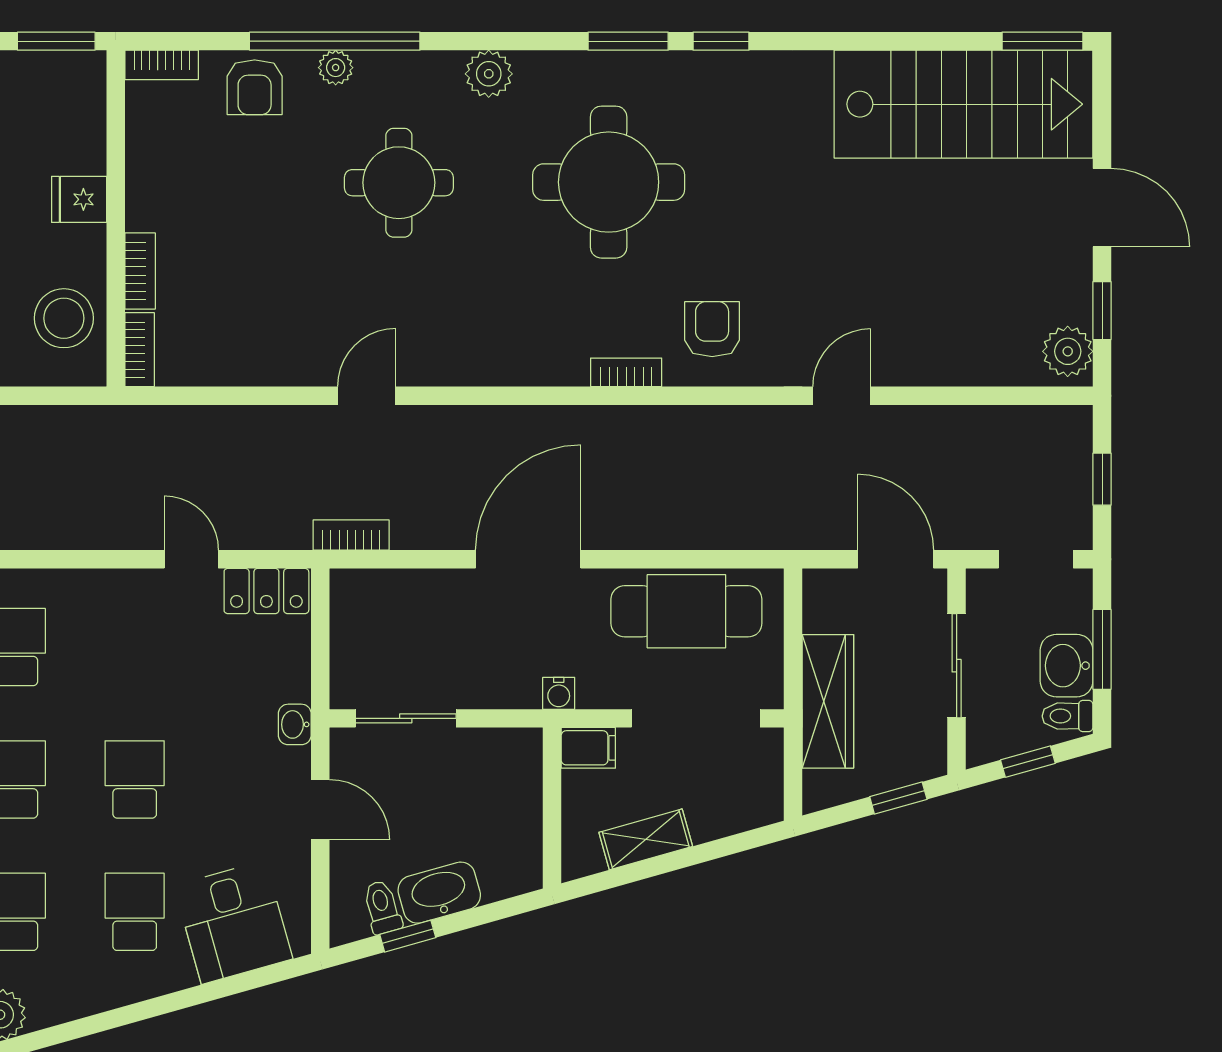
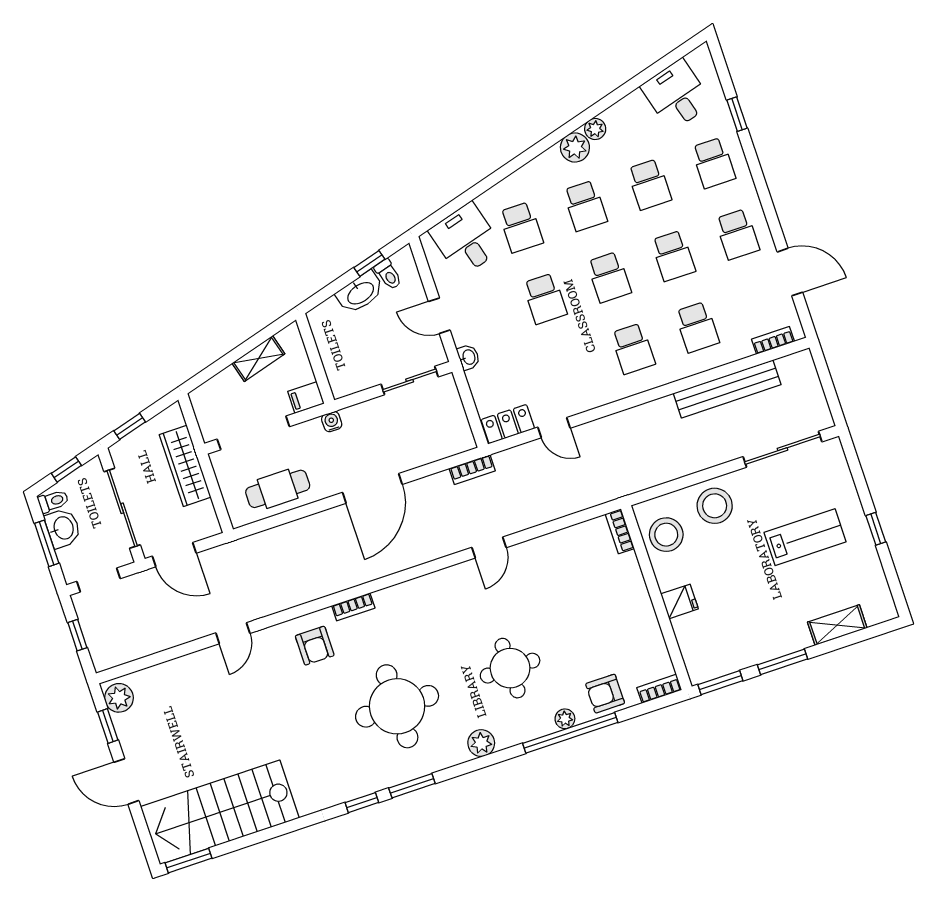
armchair: (255, 87) -> (605, 694), turned -90
bookcase: (140, 271) -> (634, 574), removed
cafe table: (686, 611) -> (278, 489), width x0.73, depth x0.74
sliding door: (957, 666) -> (122, 508), width x1.37

